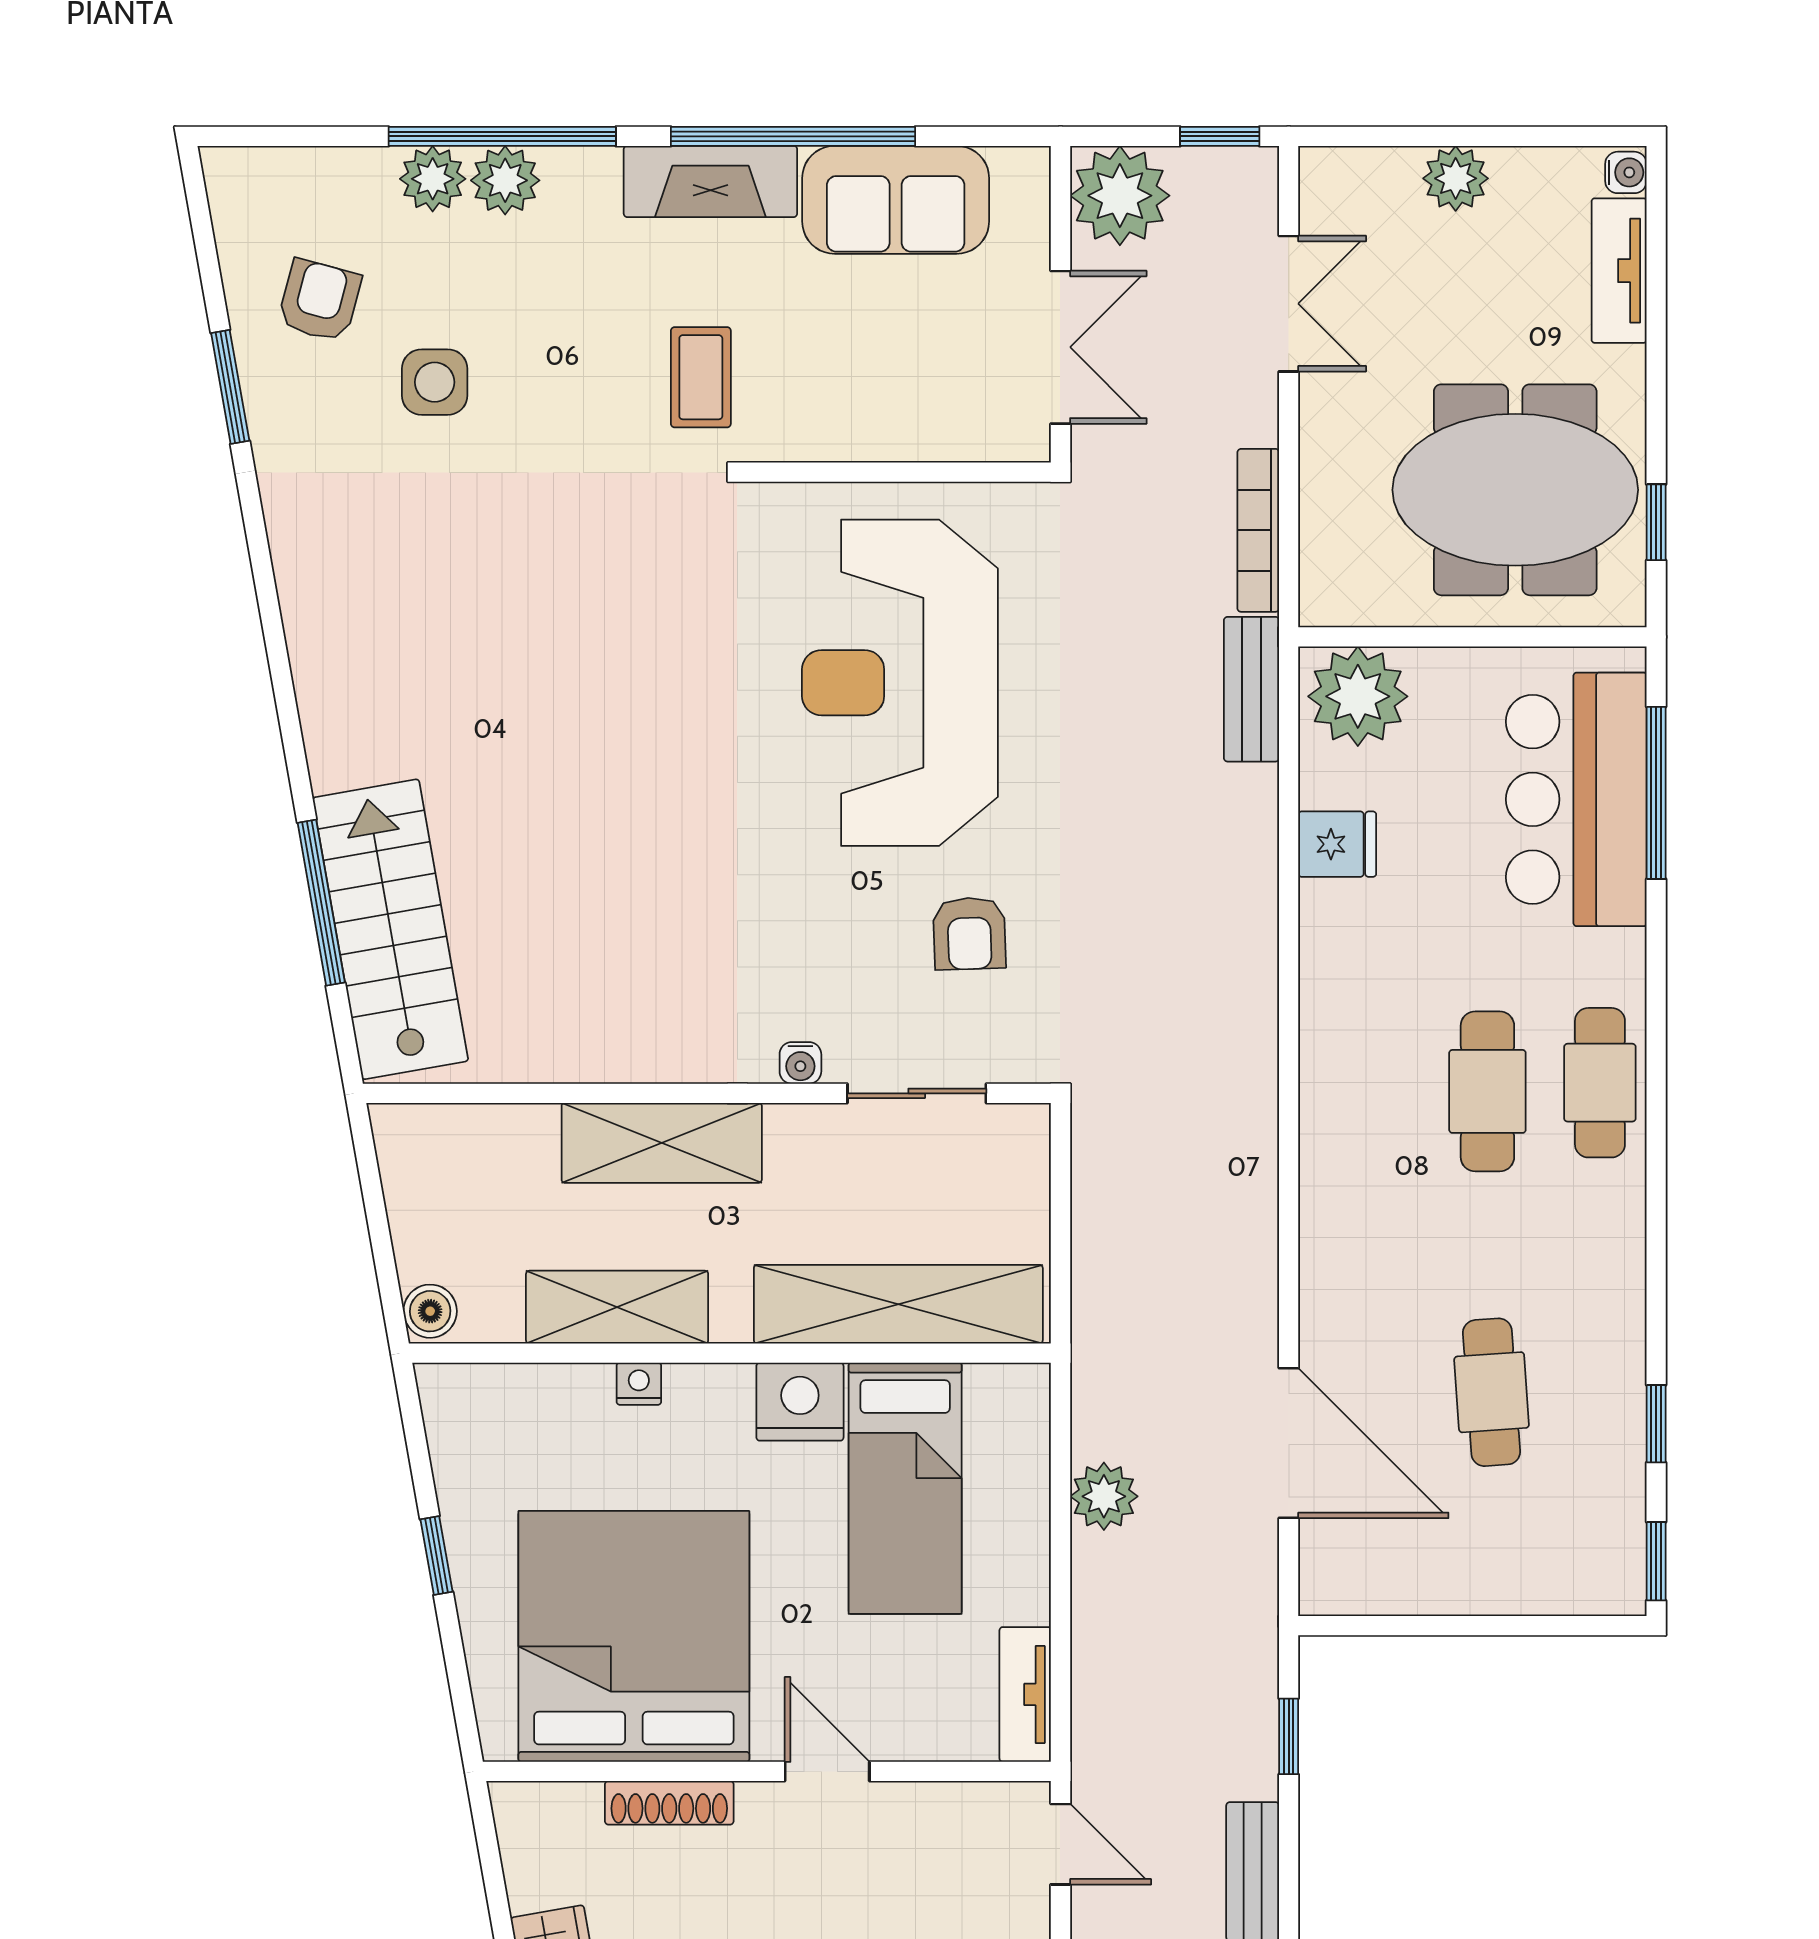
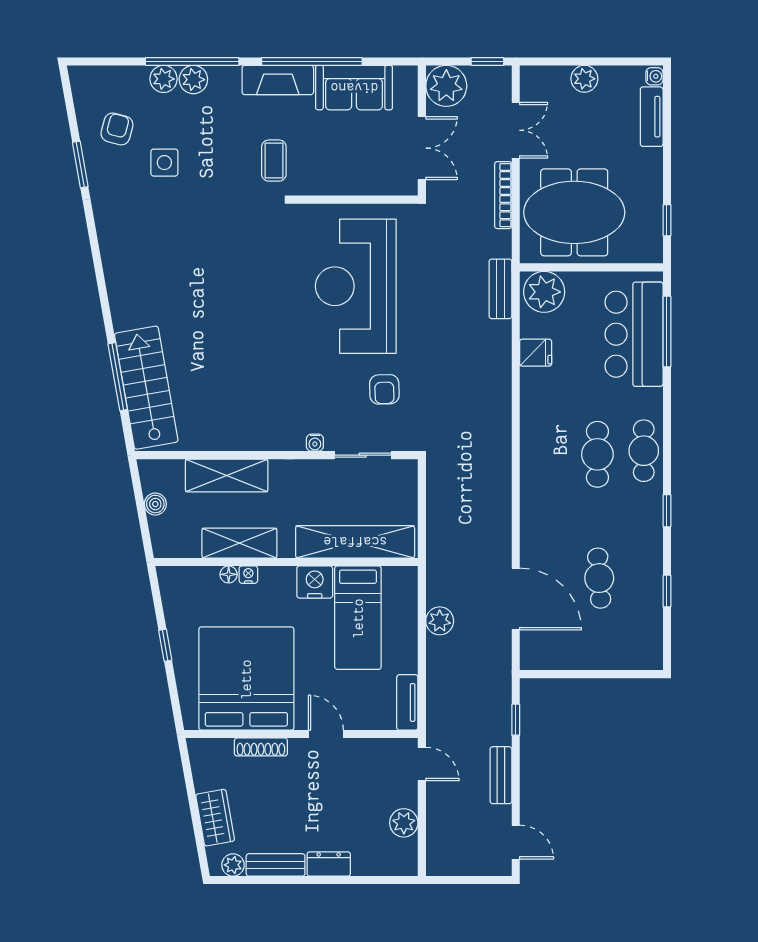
meeting table: (1515, 490) -> (574, 212), moved
bookcase: (1258, 530) -> (503, 195), moved
shelving: (662, 1143) -> (227, 475), moved
boiler: (430, 1311) -> (155, 504), moved
floor lamp: (591, 1383) -> (229, 574), added
window: (1656, 1561) -> (667, 511), moved

